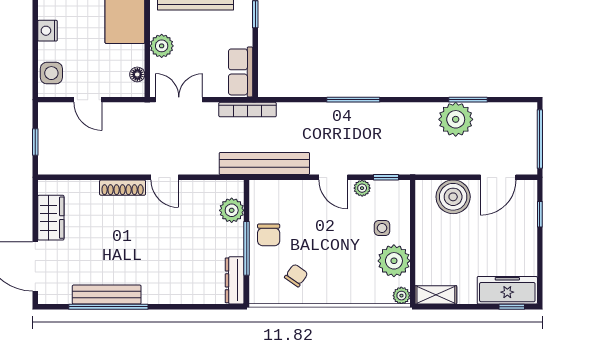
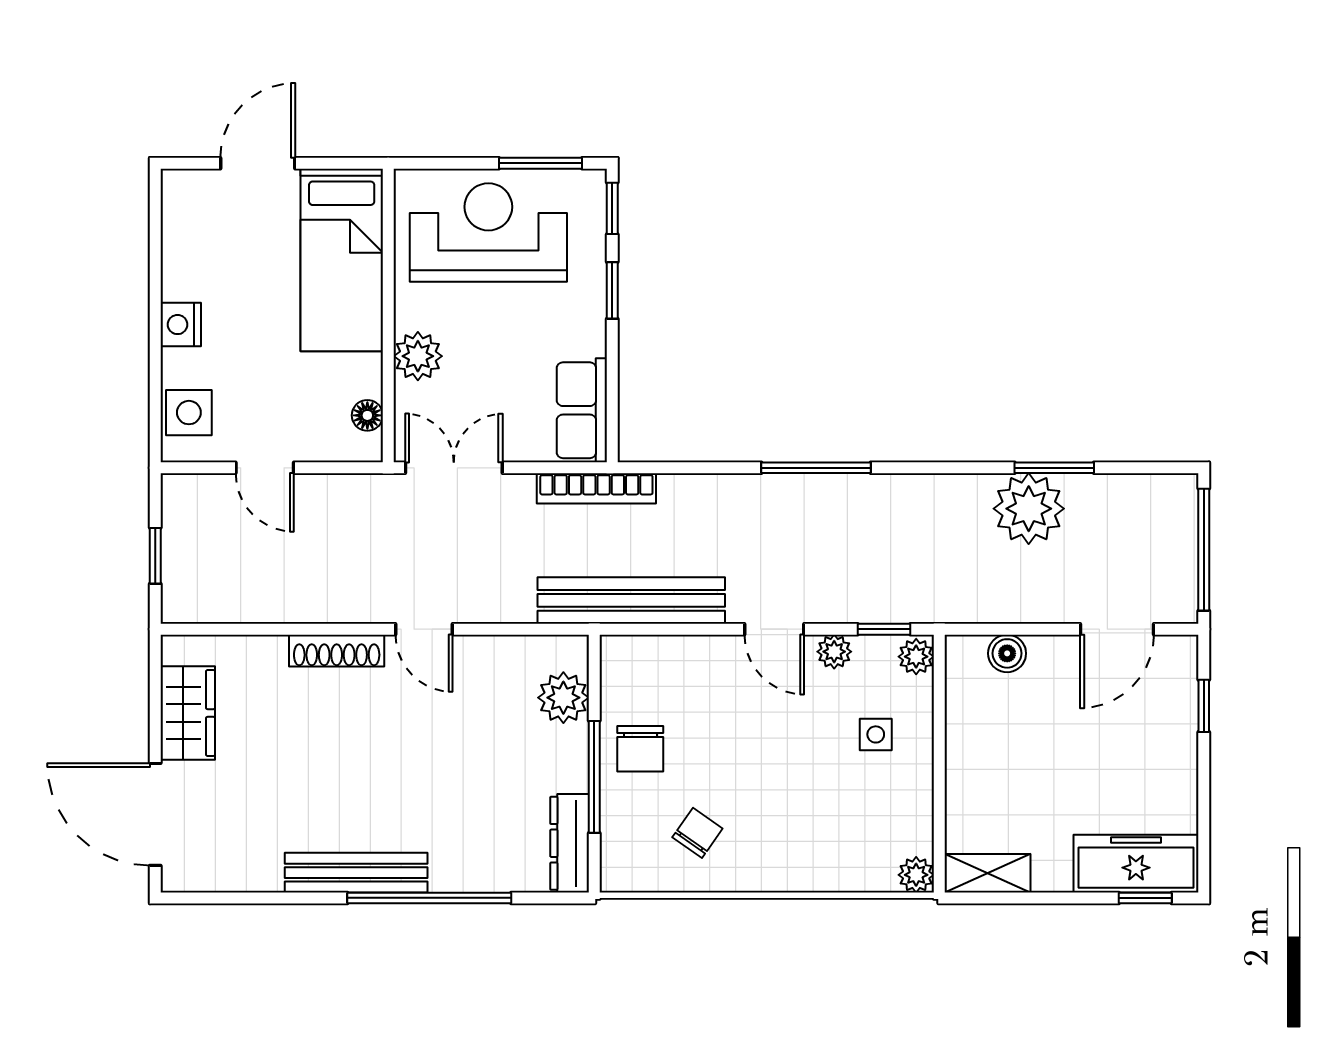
boiler: (453, 197) -> (1007, 653), width x0.54, depth x0.54
plant: (394, 261) -> (916, 657), moved, width x0.53, depth x0.53
bench: (107, 295) -> (356, 873), moved
window: (108, 307) -> (429, 898), moved

